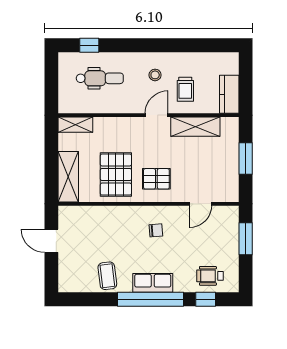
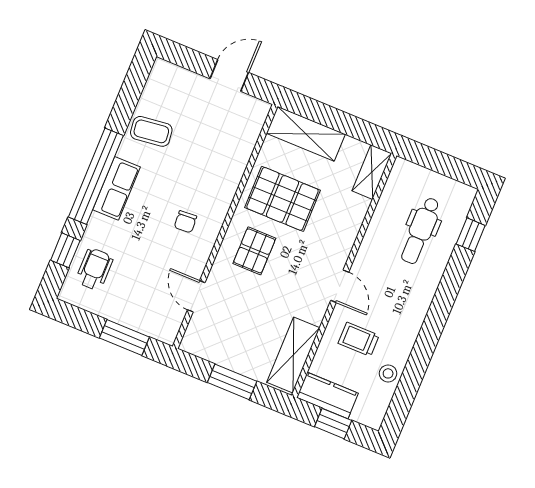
stool: (155, 75) -> (388, 373), moved
window: (246, 83) -> (333, 424), added
shelving: (195, 127) -> (293, 355), moved

